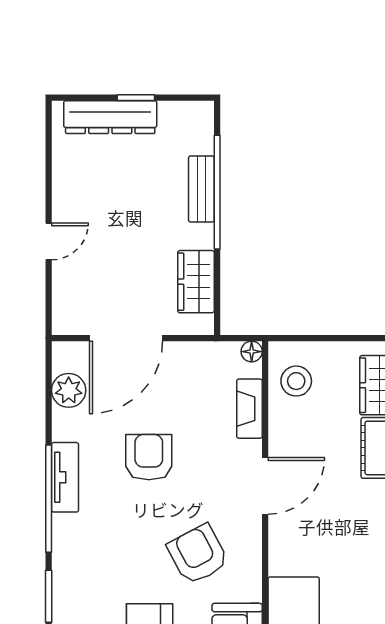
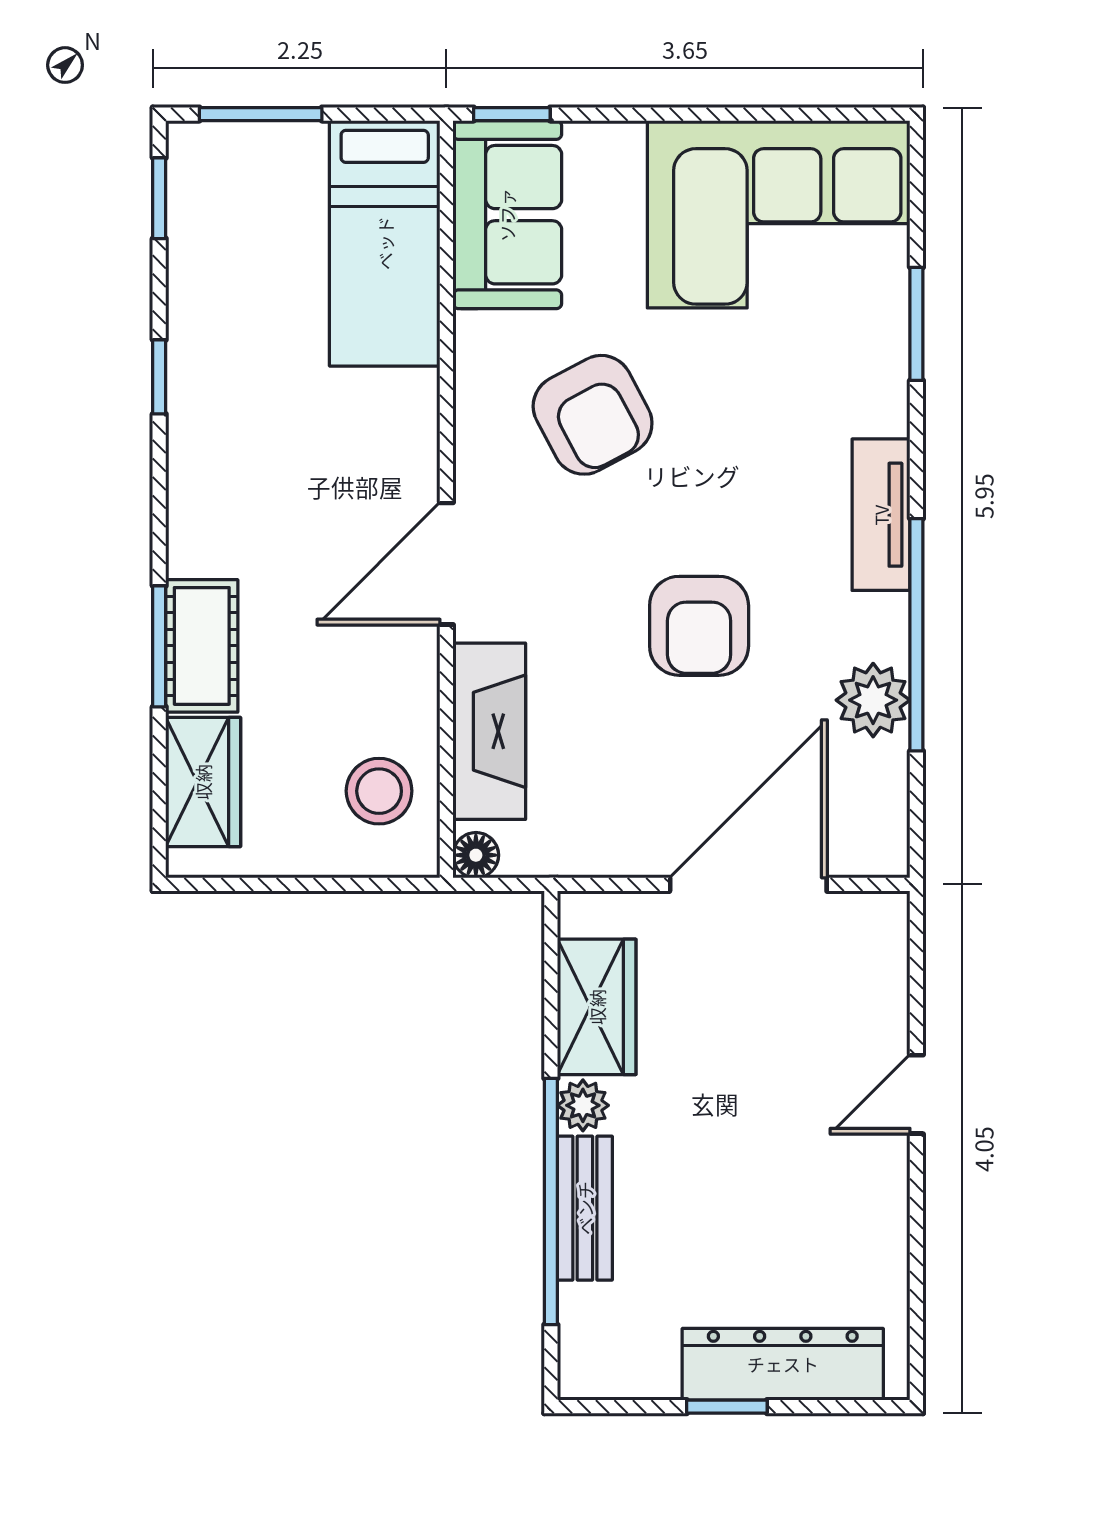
plant: (202, 236) -> (583, 1105), added
plant: (69, 390) -> (873, 700), moved
fireplace: (249, 409) -> (489, 731), width x1.37, depth x1.32
tv unit: (65, 477) -> (881, 515), moved
window: (49, 499) -> (916, 635), moved

